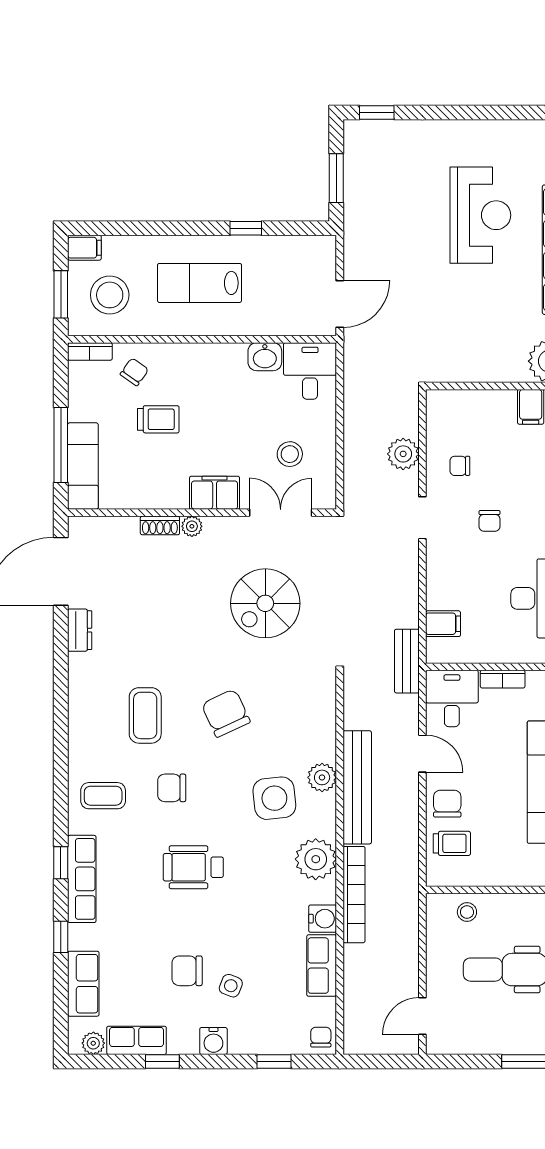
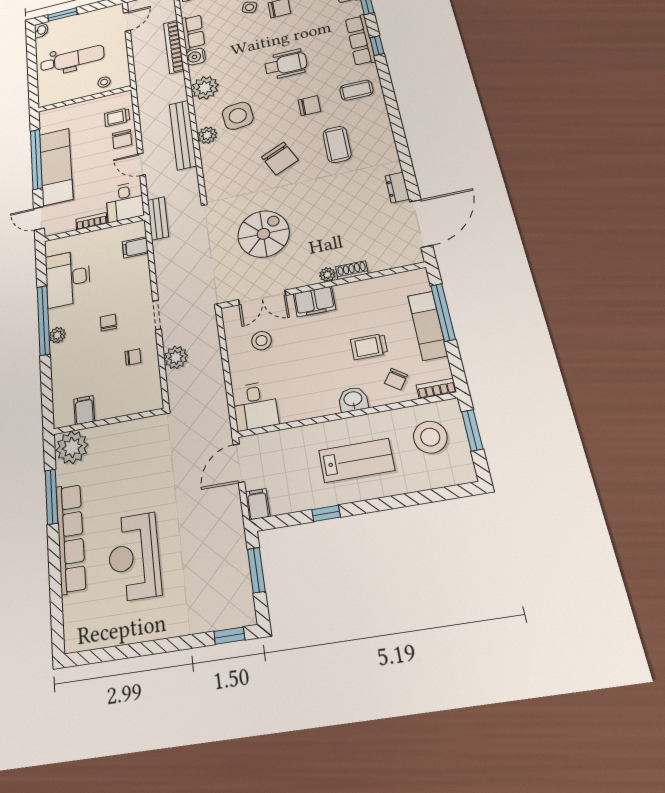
filing cabinet: (84, 248) -> (258, 504), moved, turned 90
washbasin: (265, 357) -> (353, 399), moved
exam couch: (83, 466) -> (428, 326), moved
bookcase: (354, 895) -> (174, 47), moved

